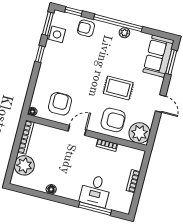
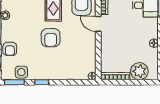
armchair: (60, 104) -> (51, 38), moved, turned -90
door: (77, 130) -> (98, 24), moved

